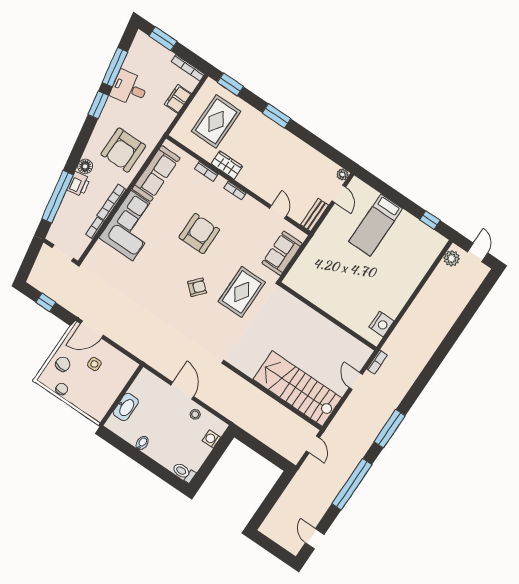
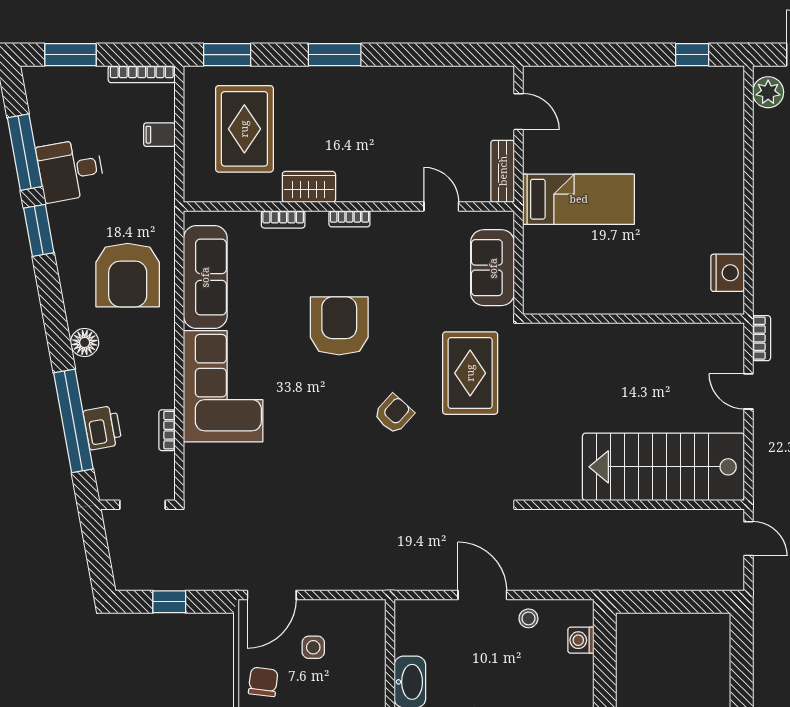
filing cabinet: (178, 99) -> (159, 135), width x0.50
plant: (342, 174) -> (503, 77), removed
printer: (79, 184) -> (103, 428), moved
bookcase: (112, 202) -> (166, 371), removed
bed: (376, 225) -> (579, 199), moved, turned -90

